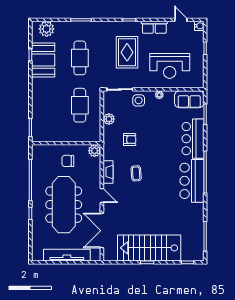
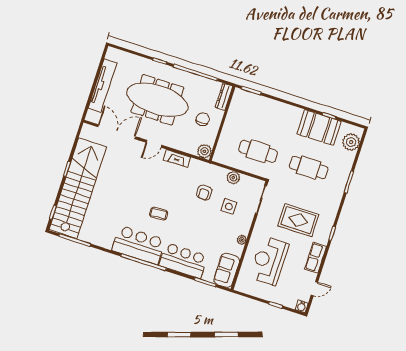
side table: (139, 100) -> (229, 206), moved
dresser: (43, 149) -> (224, 97), added
coffee table: (136, 173) -> (159, 214), moved
stairs: (149, 248) -> (78, 188), width x1.36

